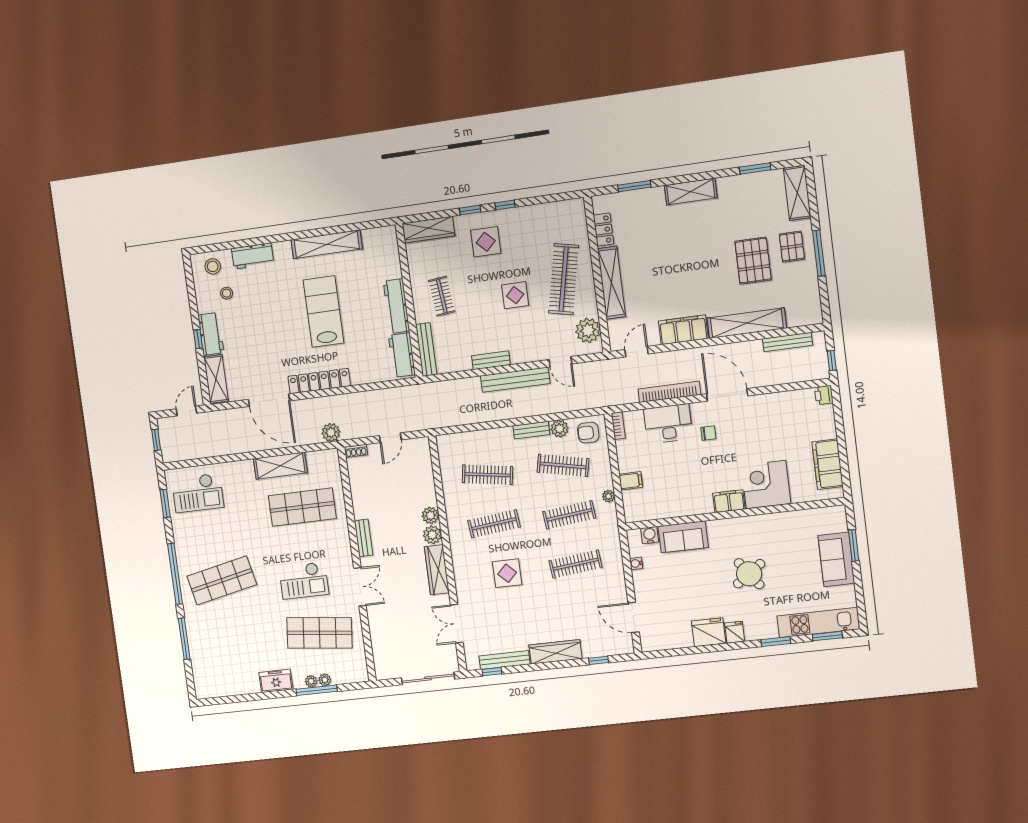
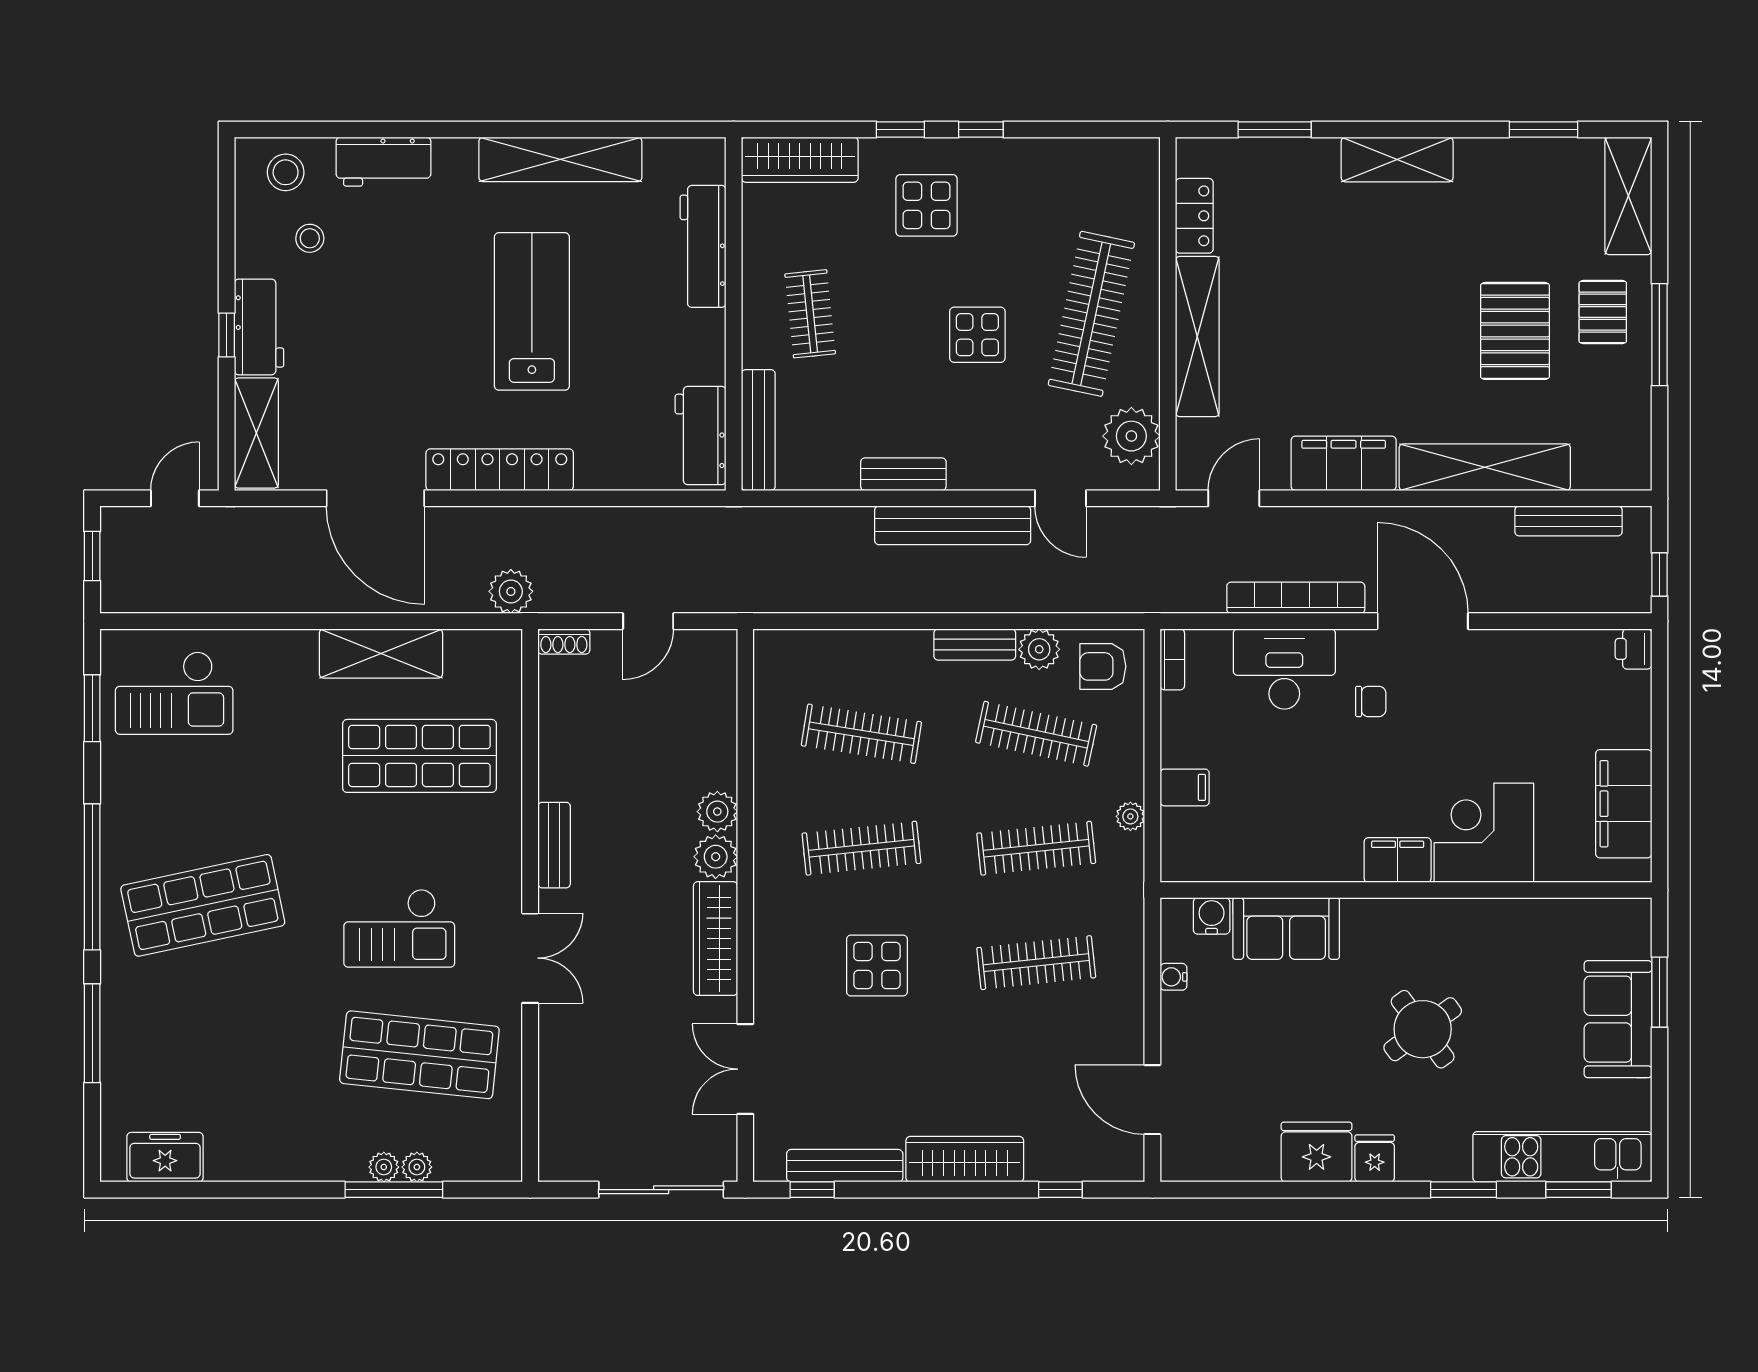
workbench: (396, 306) -> (703, 246), moved
freezer: (276, 681) -> (165, 1157), moved

